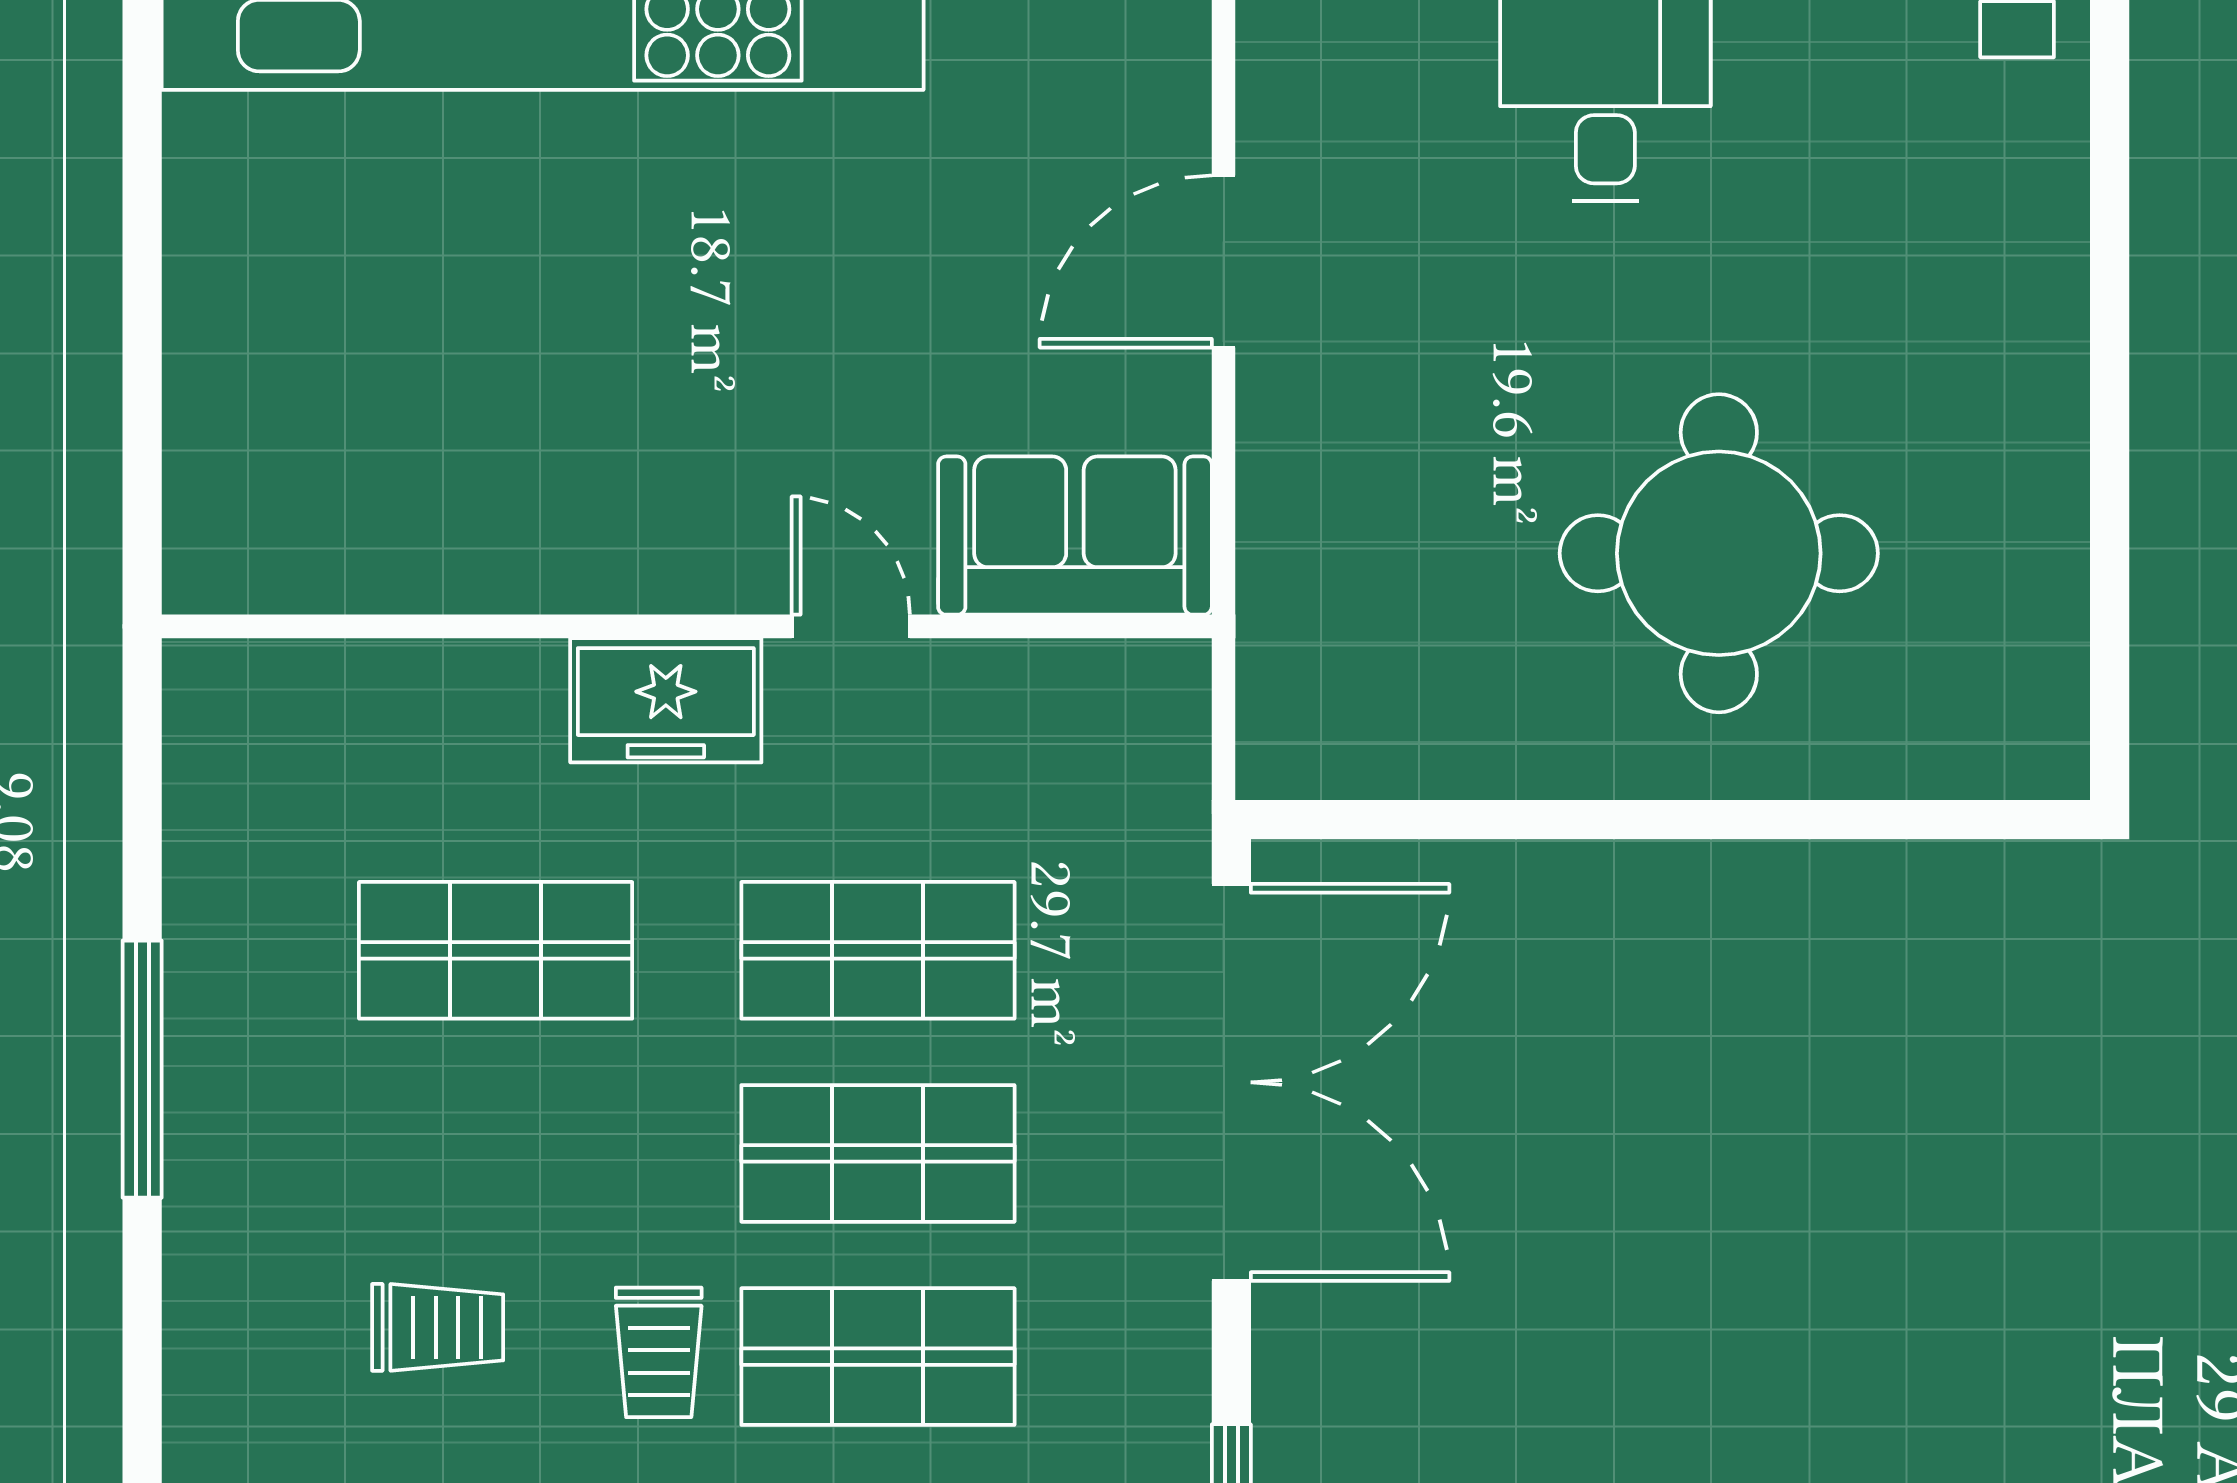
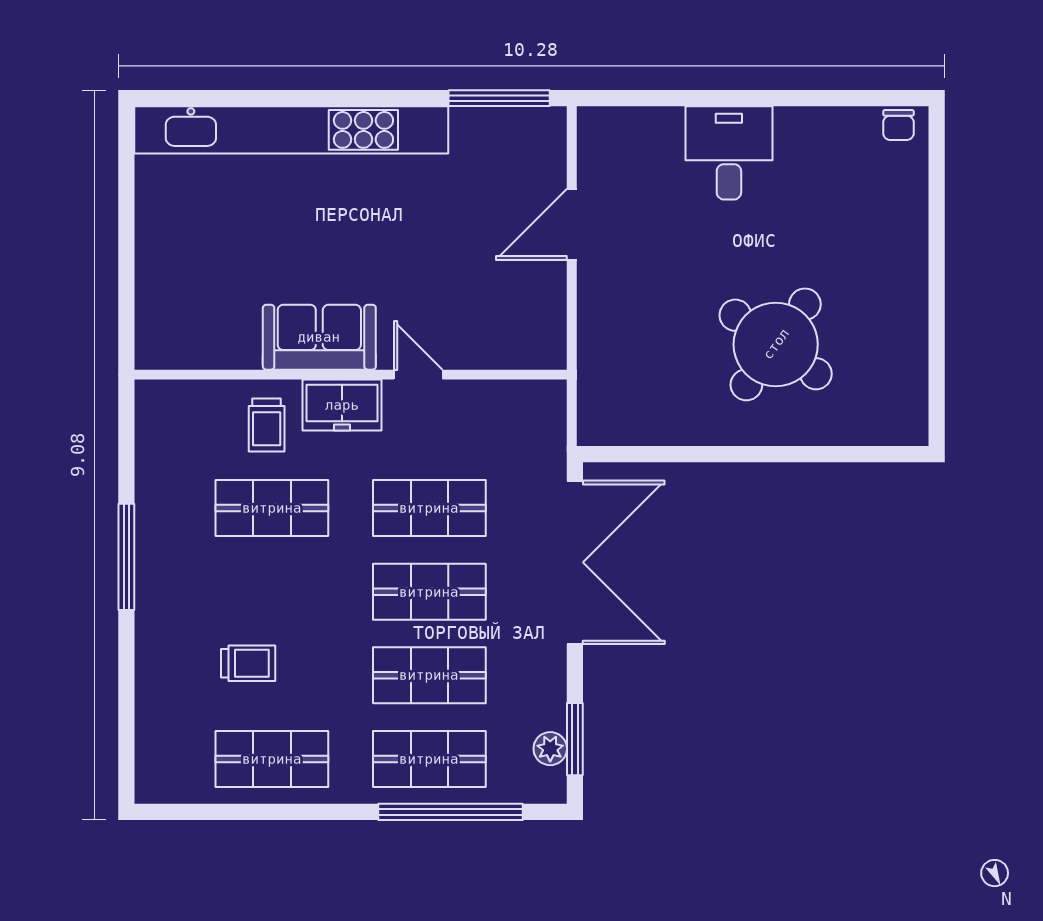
sofa: (1075, 536) -> (319, 337), moved
round table: (1719, 553) -> (776, 344), turned 36
trolley: (659, 1352) -> (267, 425), moved

